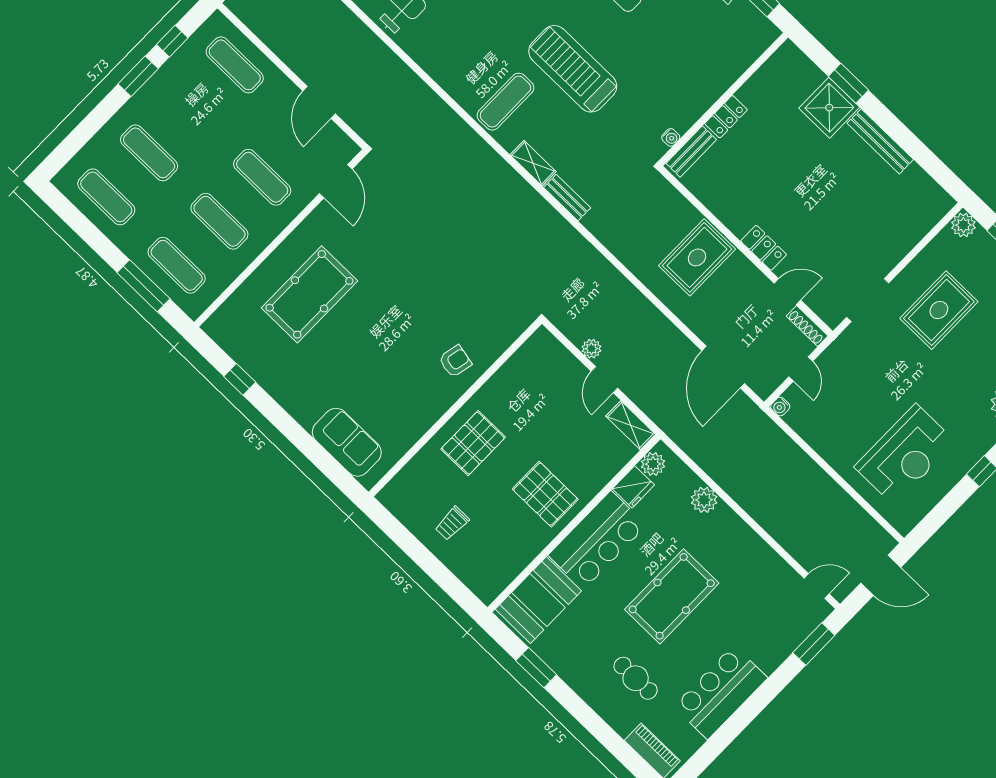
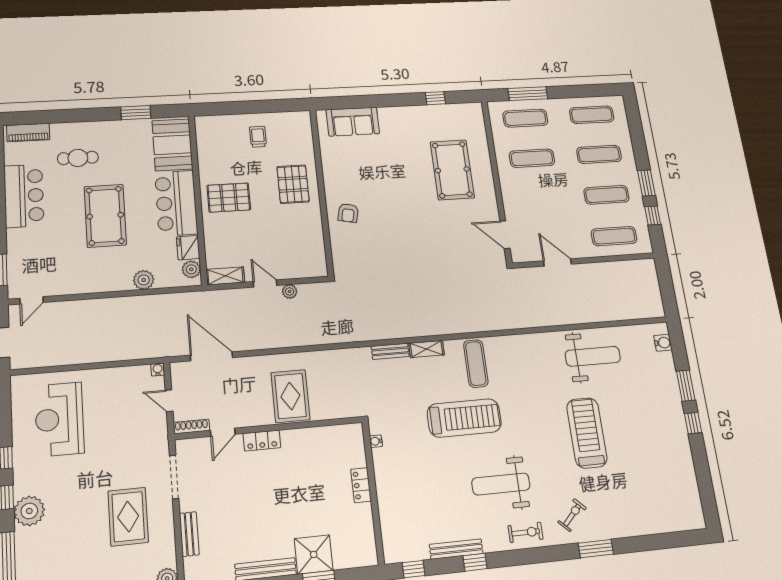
bench: (691, 151) -> (189, 534), moved
exercise mat: (262, 177) -> (606, 195), moved

